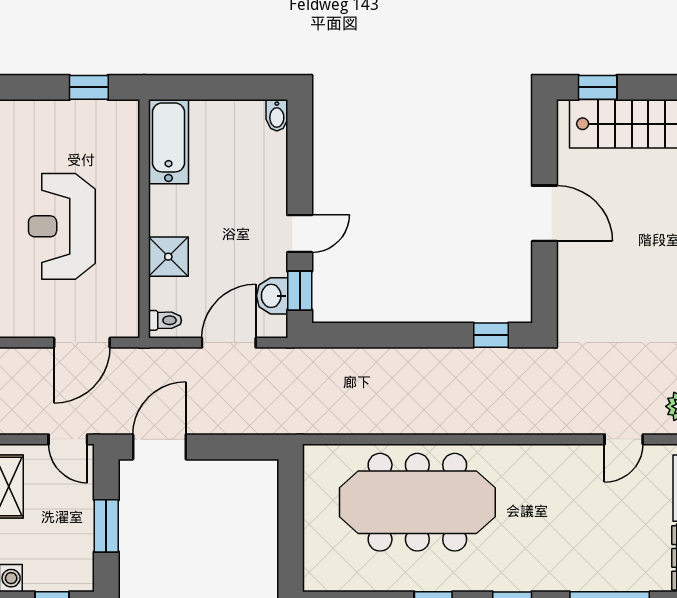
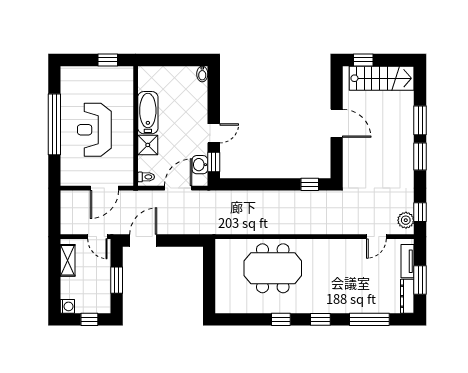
bathtub: (169, 142) -> (148, 113), moved
meeting table: (417, 502) -> (273, 268), width x0.73

